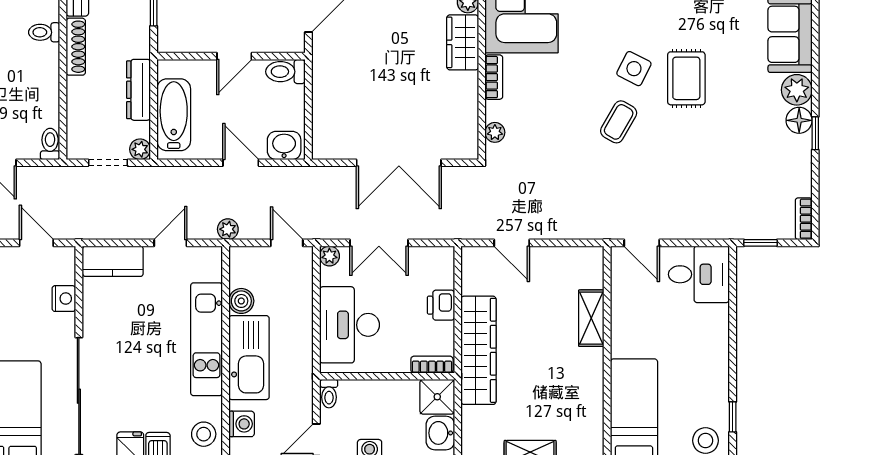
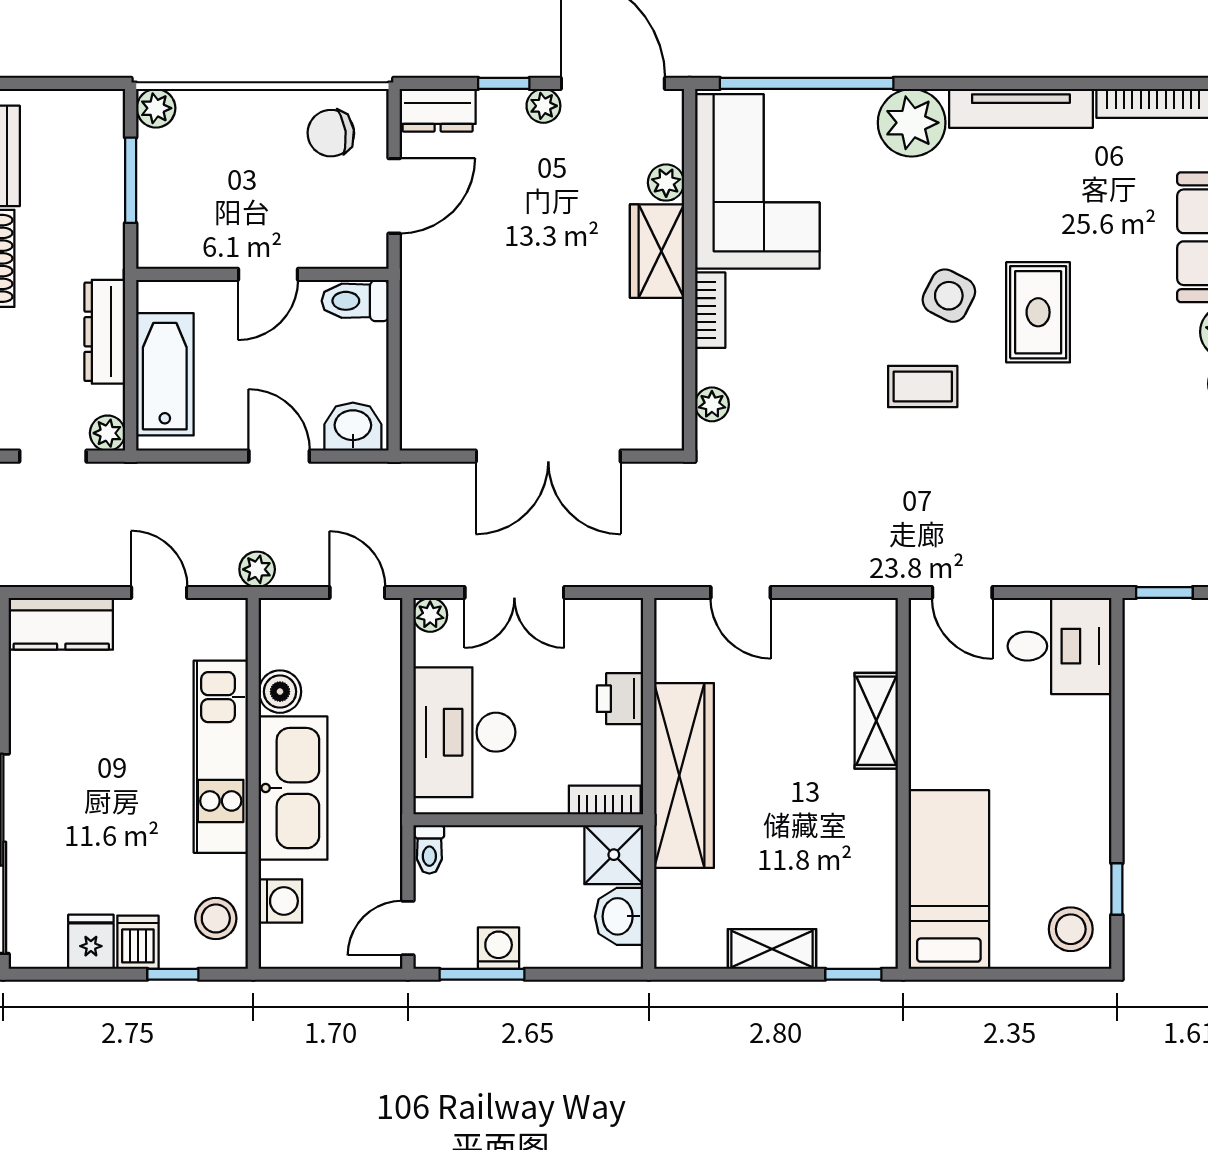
coffee table: (619, 122) -> (923, 386), turned 60
door: (170, 243) -> (159, 593), hinge flipped

